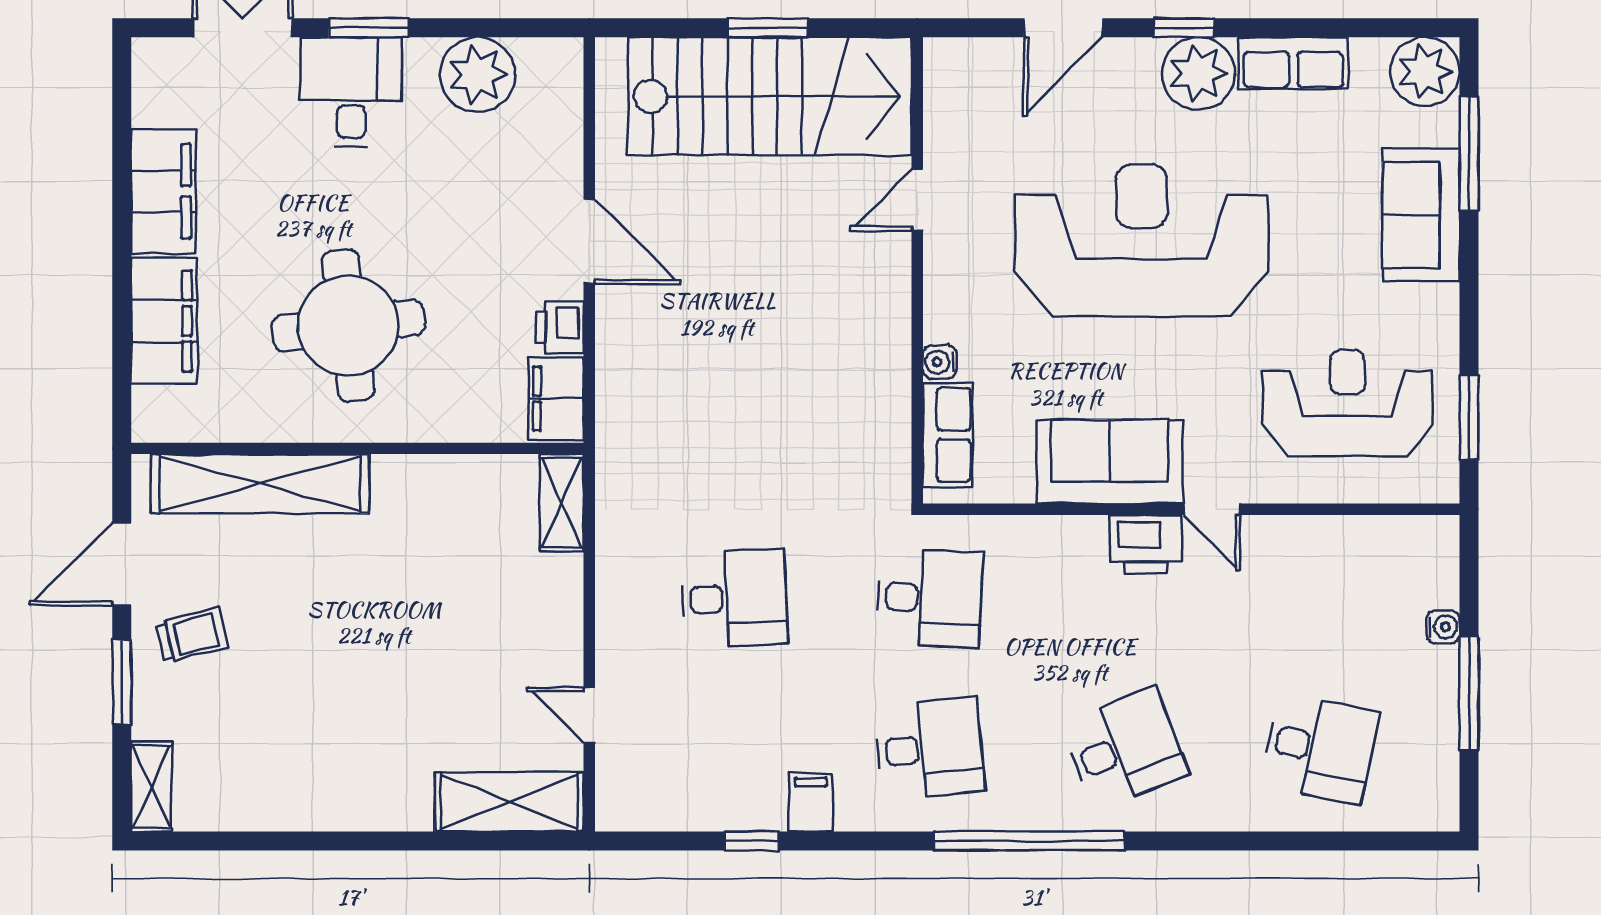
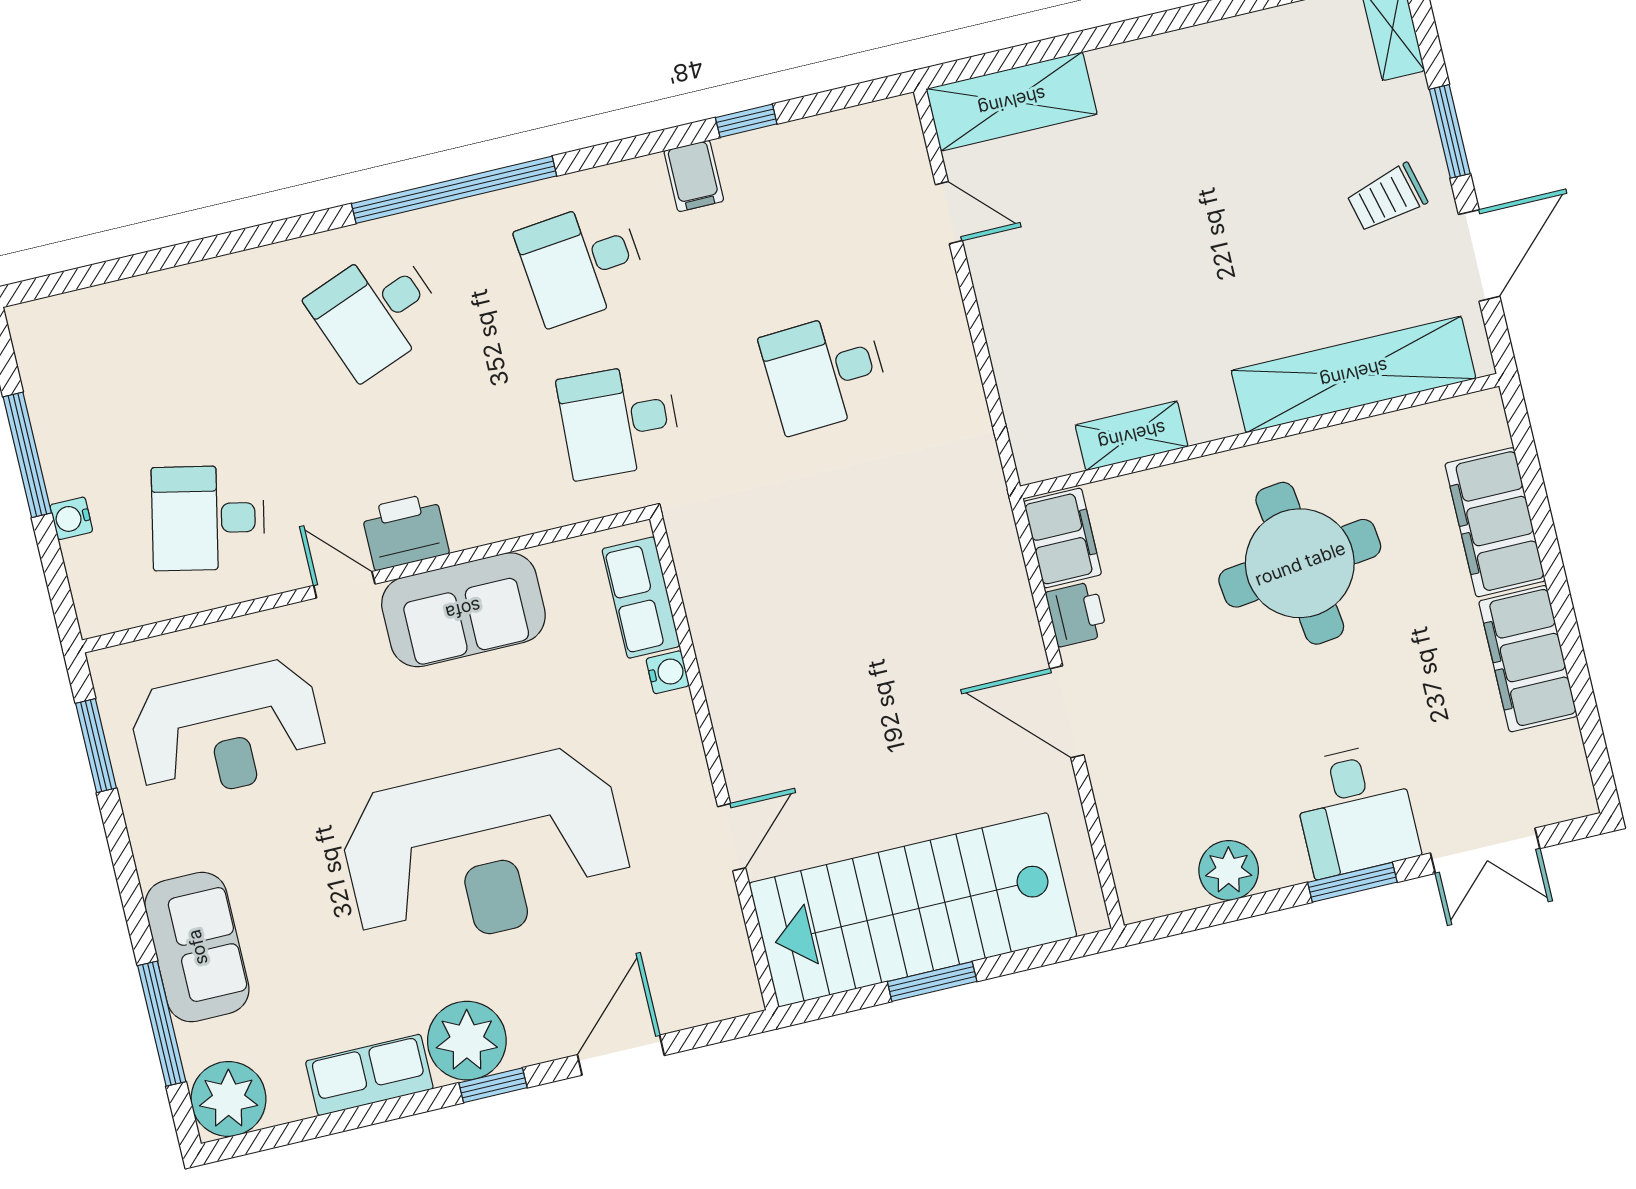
plant: (478, 75) -> (1229, 870), width x0.73, depth x0.73
shelving: (562, 503) -> (1132, 436), moved, turned 90
desk: (1320, 748) -> (208, 518), moved

